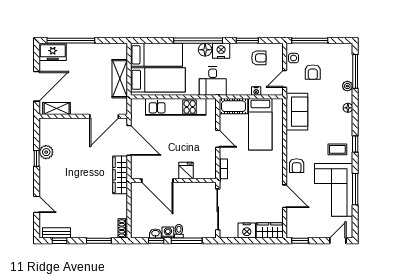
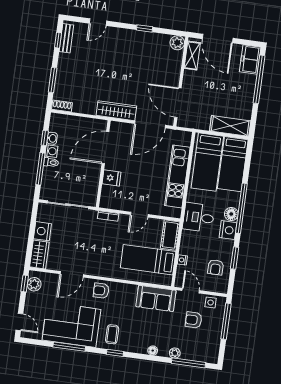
shelving: (120, 79) -> (230, 126), moved
plant: (46, 152) -> (177, 43), moved
plant: (299, 231) -> (34, 284), added

